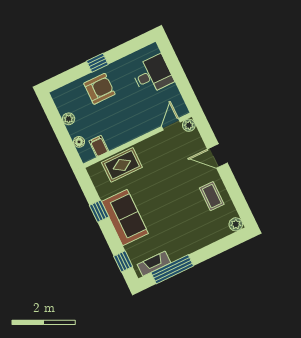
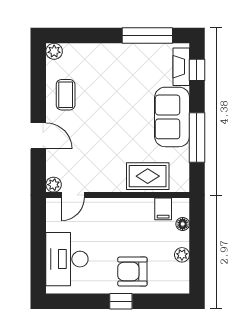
desk: (152, 75) -> (67, 259), width x1.37
window: (99, 211) -> (197, 138), width x2.17
fireplace: (154, 264) -> (181, 67), moved, turned 90

